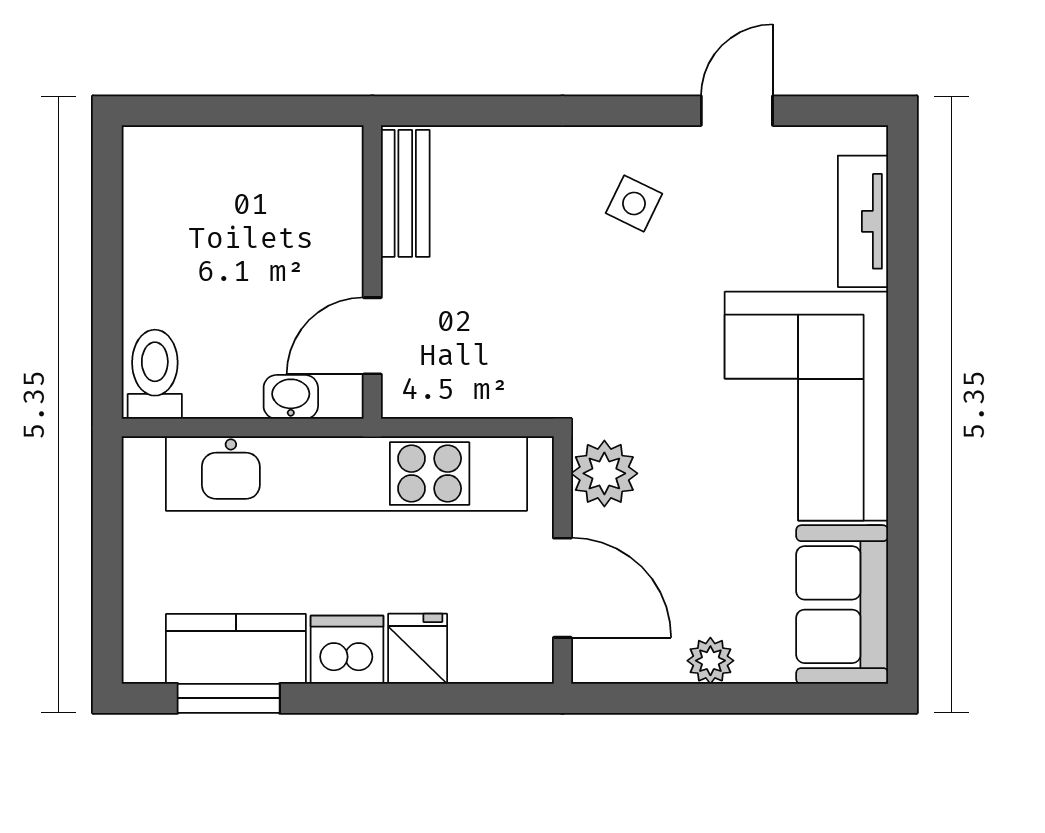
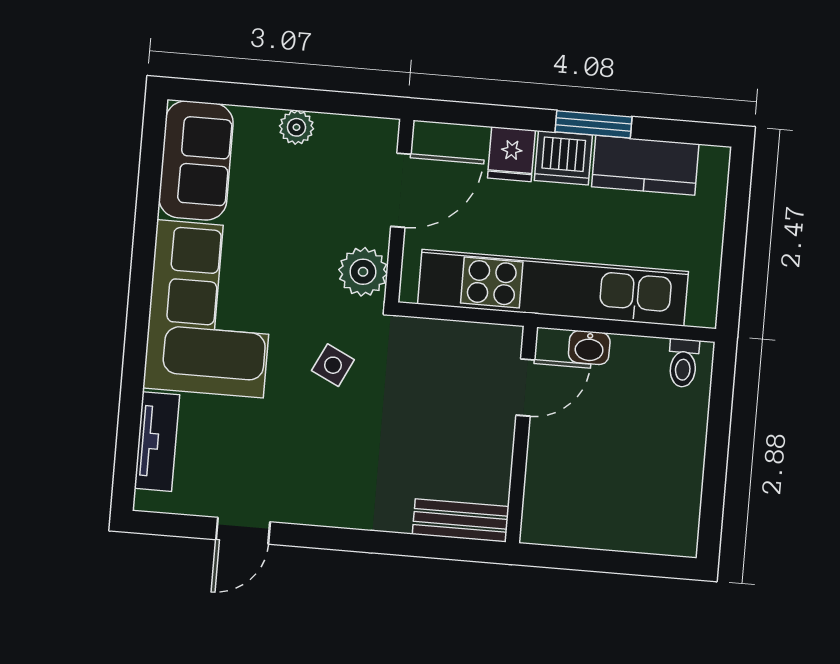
bench: (405, 193) -> (461, 520), moved, turned 90
side table: (634, 203) -> (333, 365), moved
toilet: (155, 374) -> (683, 363), width x0.73, depth x0.72
door: (562, 588) -> (401, 190), swing flipped
window: (229, 698) -> (594, 124), moved

